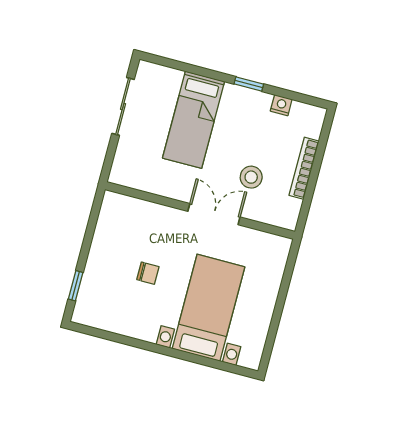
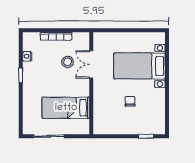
bed: (194, 120) -> (66, 108), moved, turned 180
double door: (214, 214) -> (91, 64), moved

